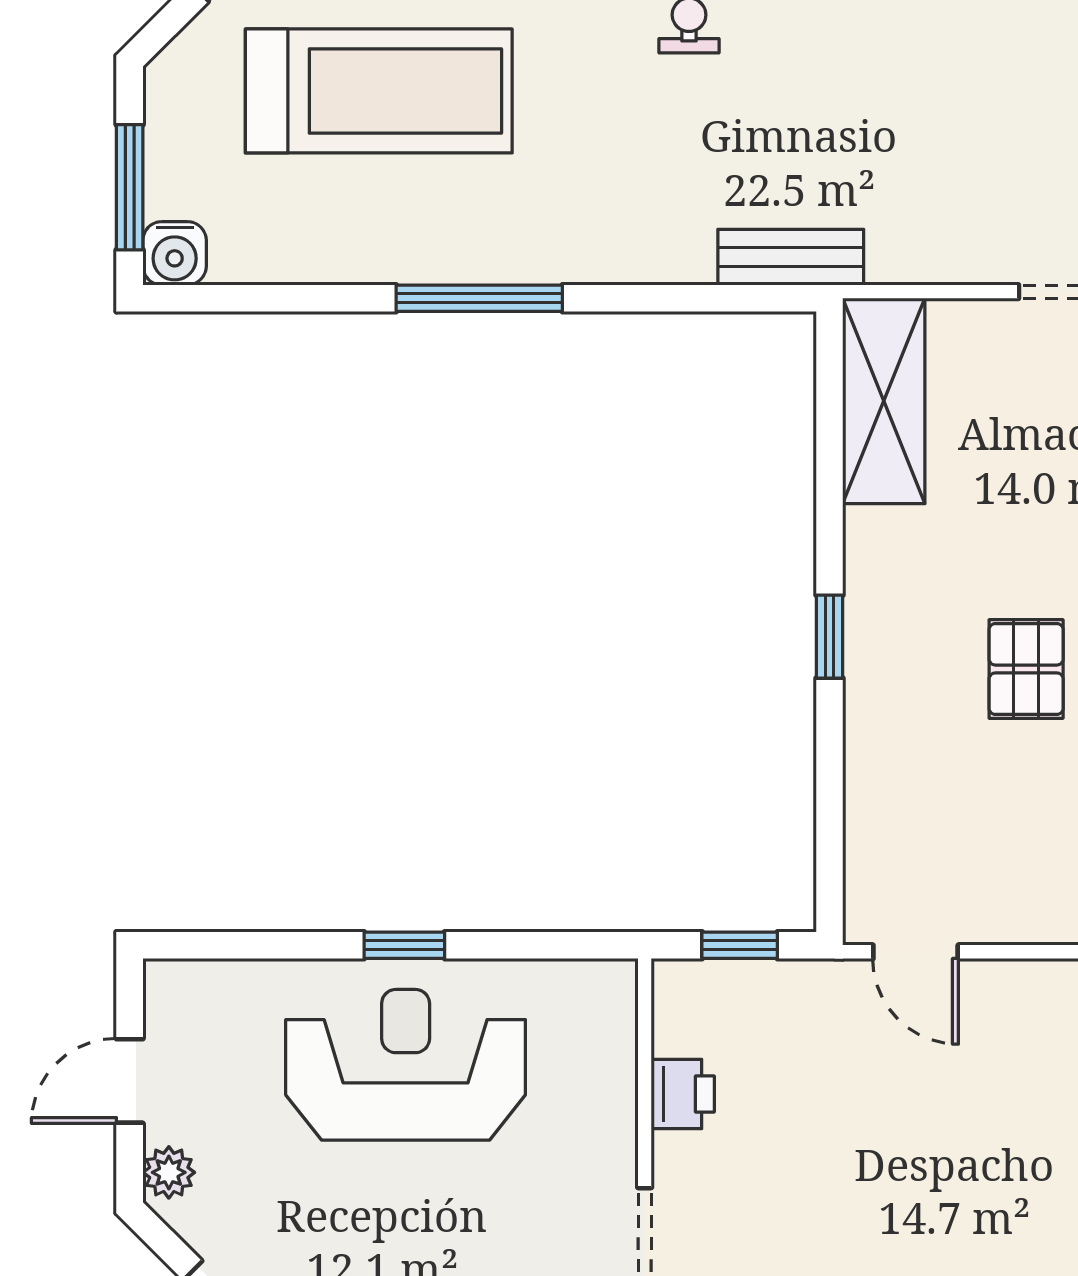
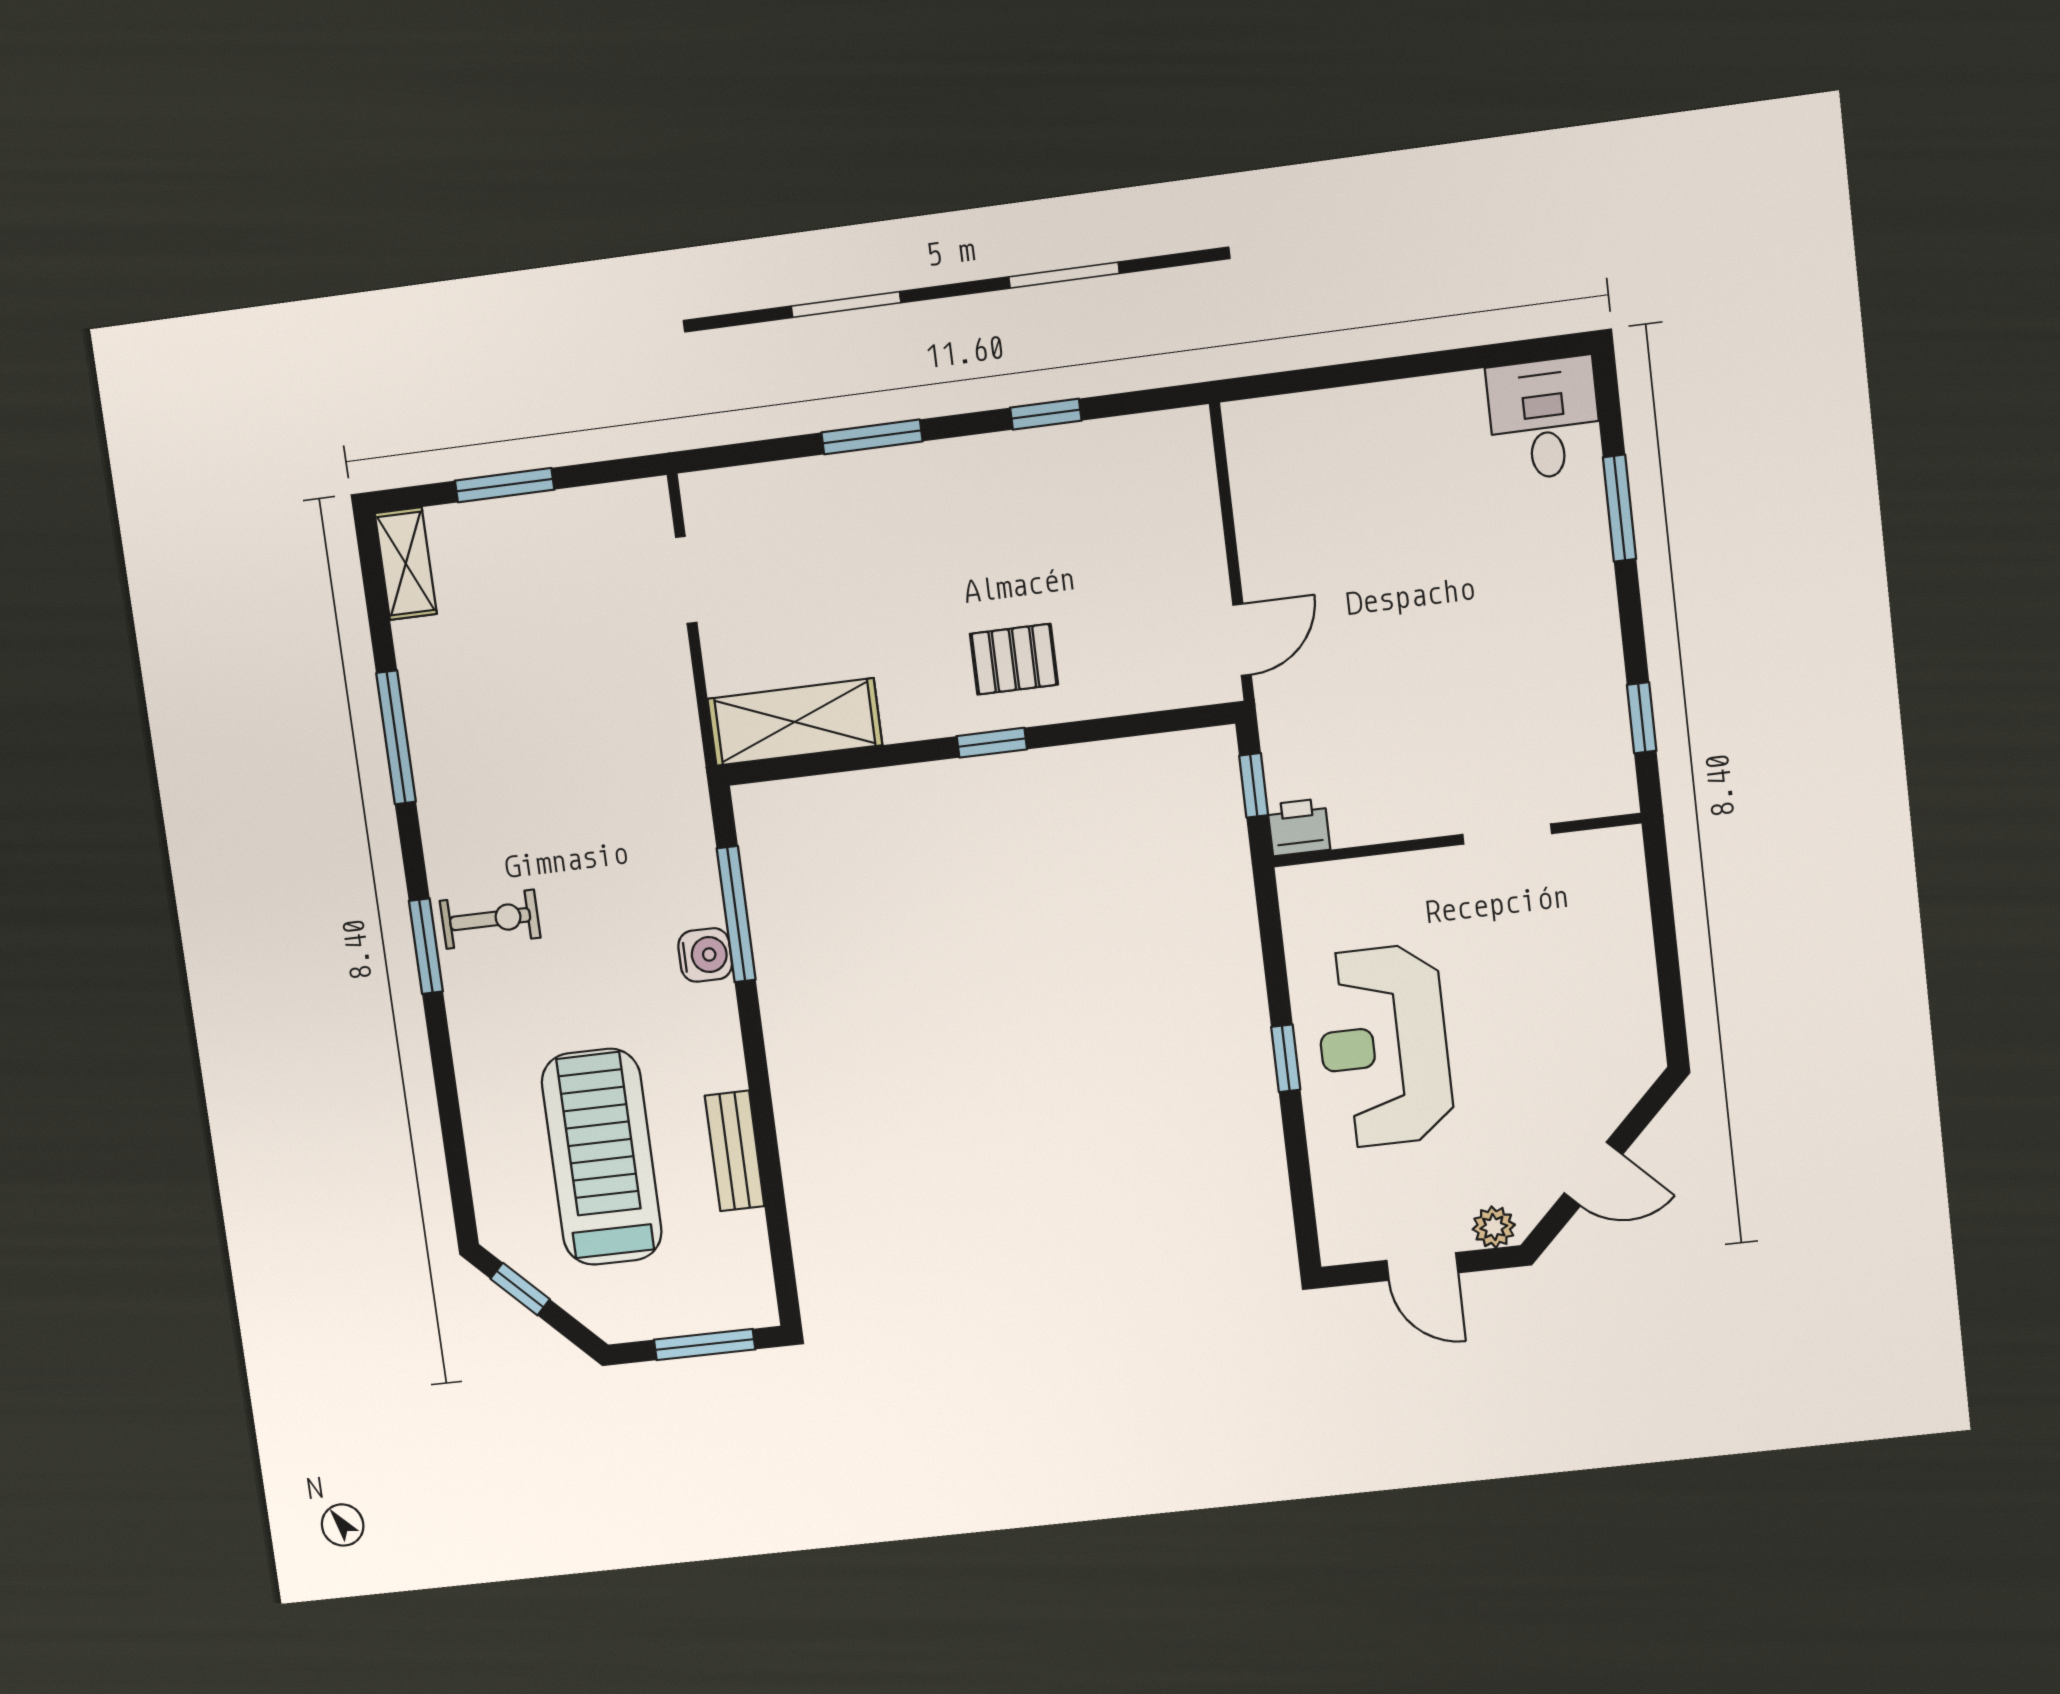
water cooler: (175, 253) -> (705, 955), moved
bench: (791, 257) -> (735, 1151), moved
window: (479, 298) -> (736, 914), moved
pallet: (1026, 669) -> (1014, 659), moved
printer: (683, 1094) -> (1299, 827), moved

